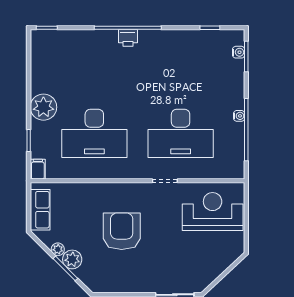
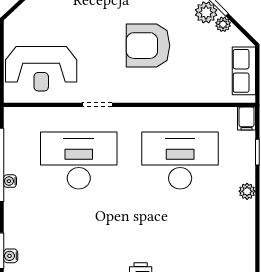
plant: (43, 107) -> (247, 191), width x0.53, depth x0.53
armchair: (122, 231) -> (148, 46), turned 90

